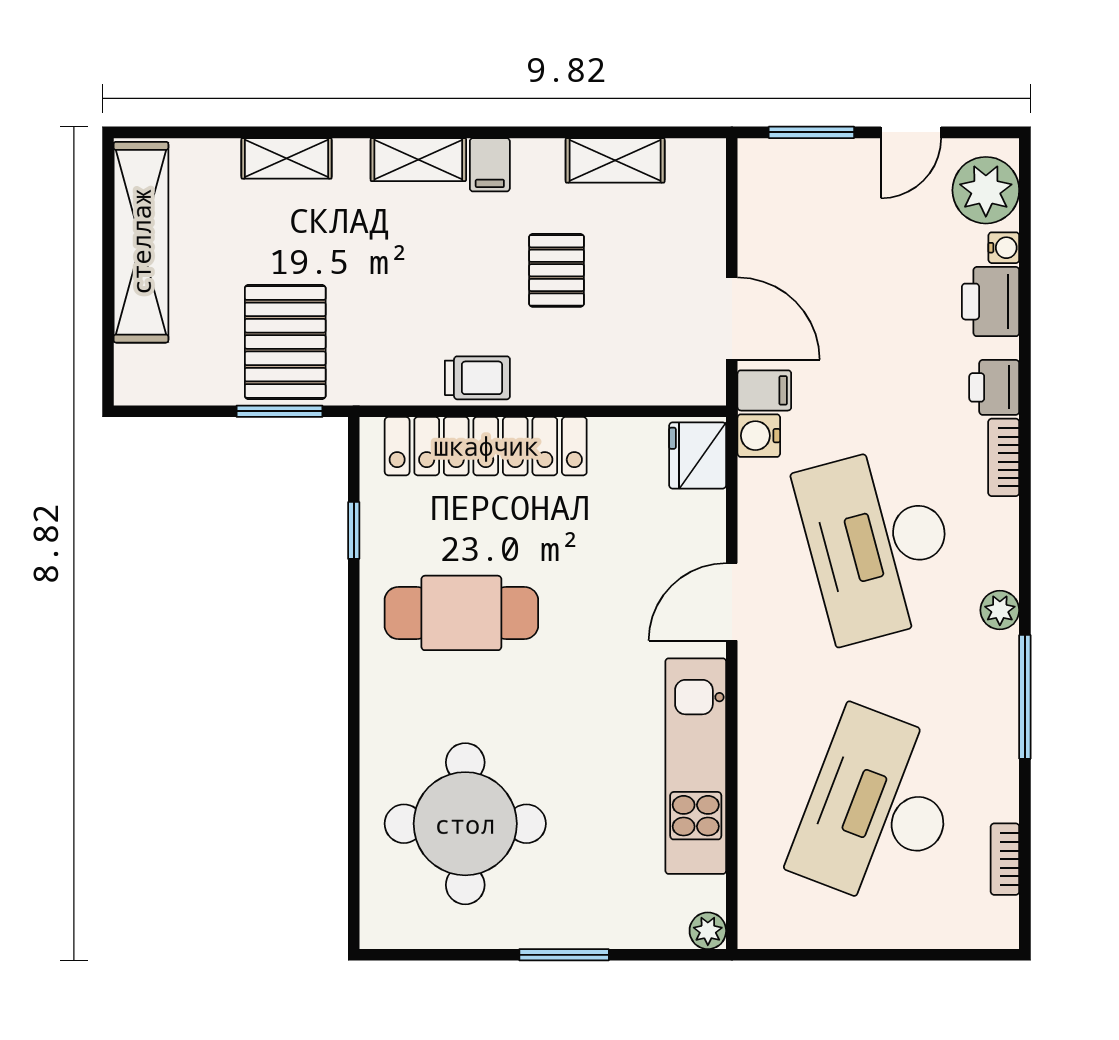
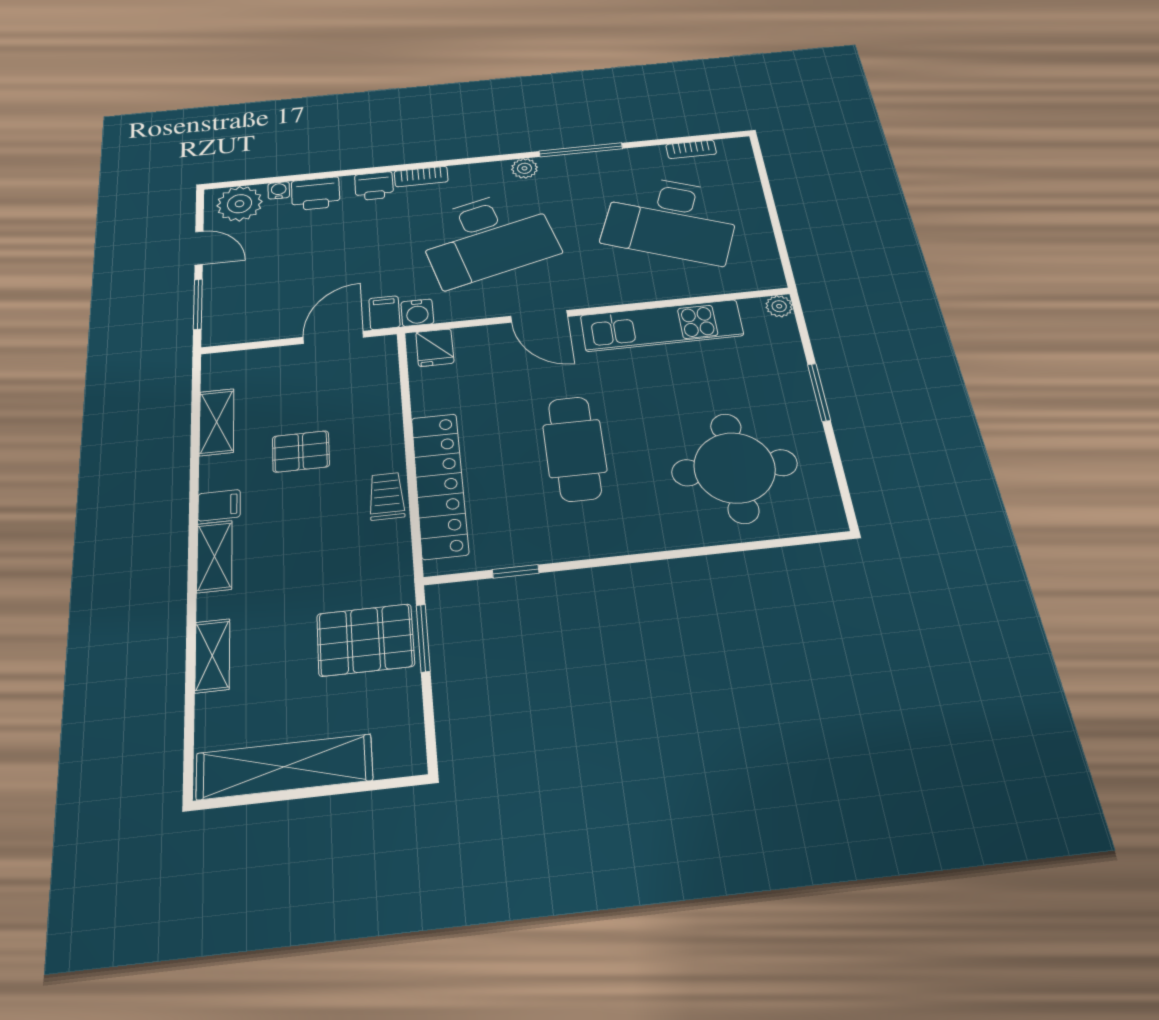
fridge: (698, 455) -> (435, 348), width x0.72
cafe table: (461, 613) -> (575, 448), moved

